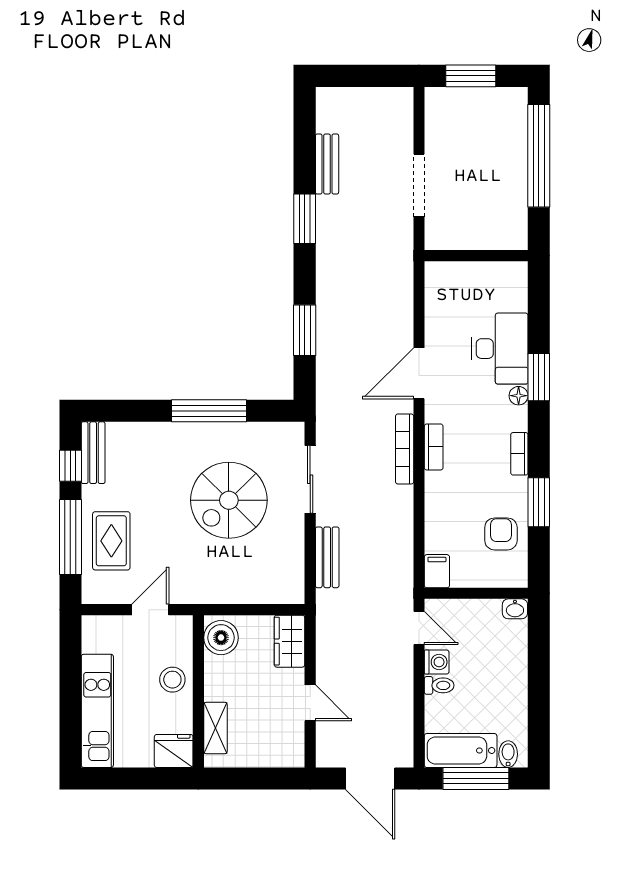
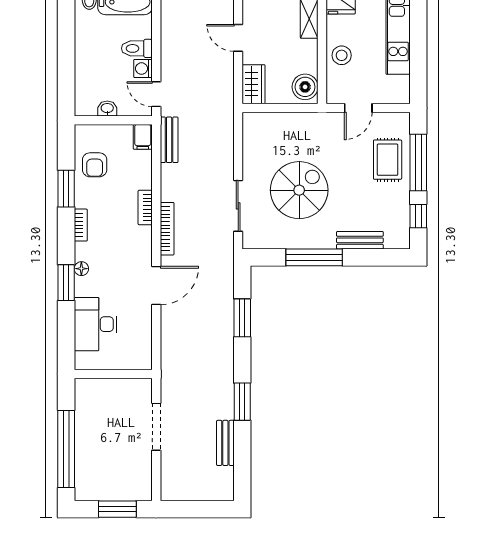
desk: (500, 349) -> (95, 324), moved
bookcase: (434, 447) -> (145, 207), moved
bench: (93, 453) -> (360, 240), moved, turned 90
bench: (327, 557) -> (169, 140), moved
washbasin: (515, 609) -> (107, 108), moved
toilet: (439, 685) -> (137, 48), width x1.37, depth x1.39

